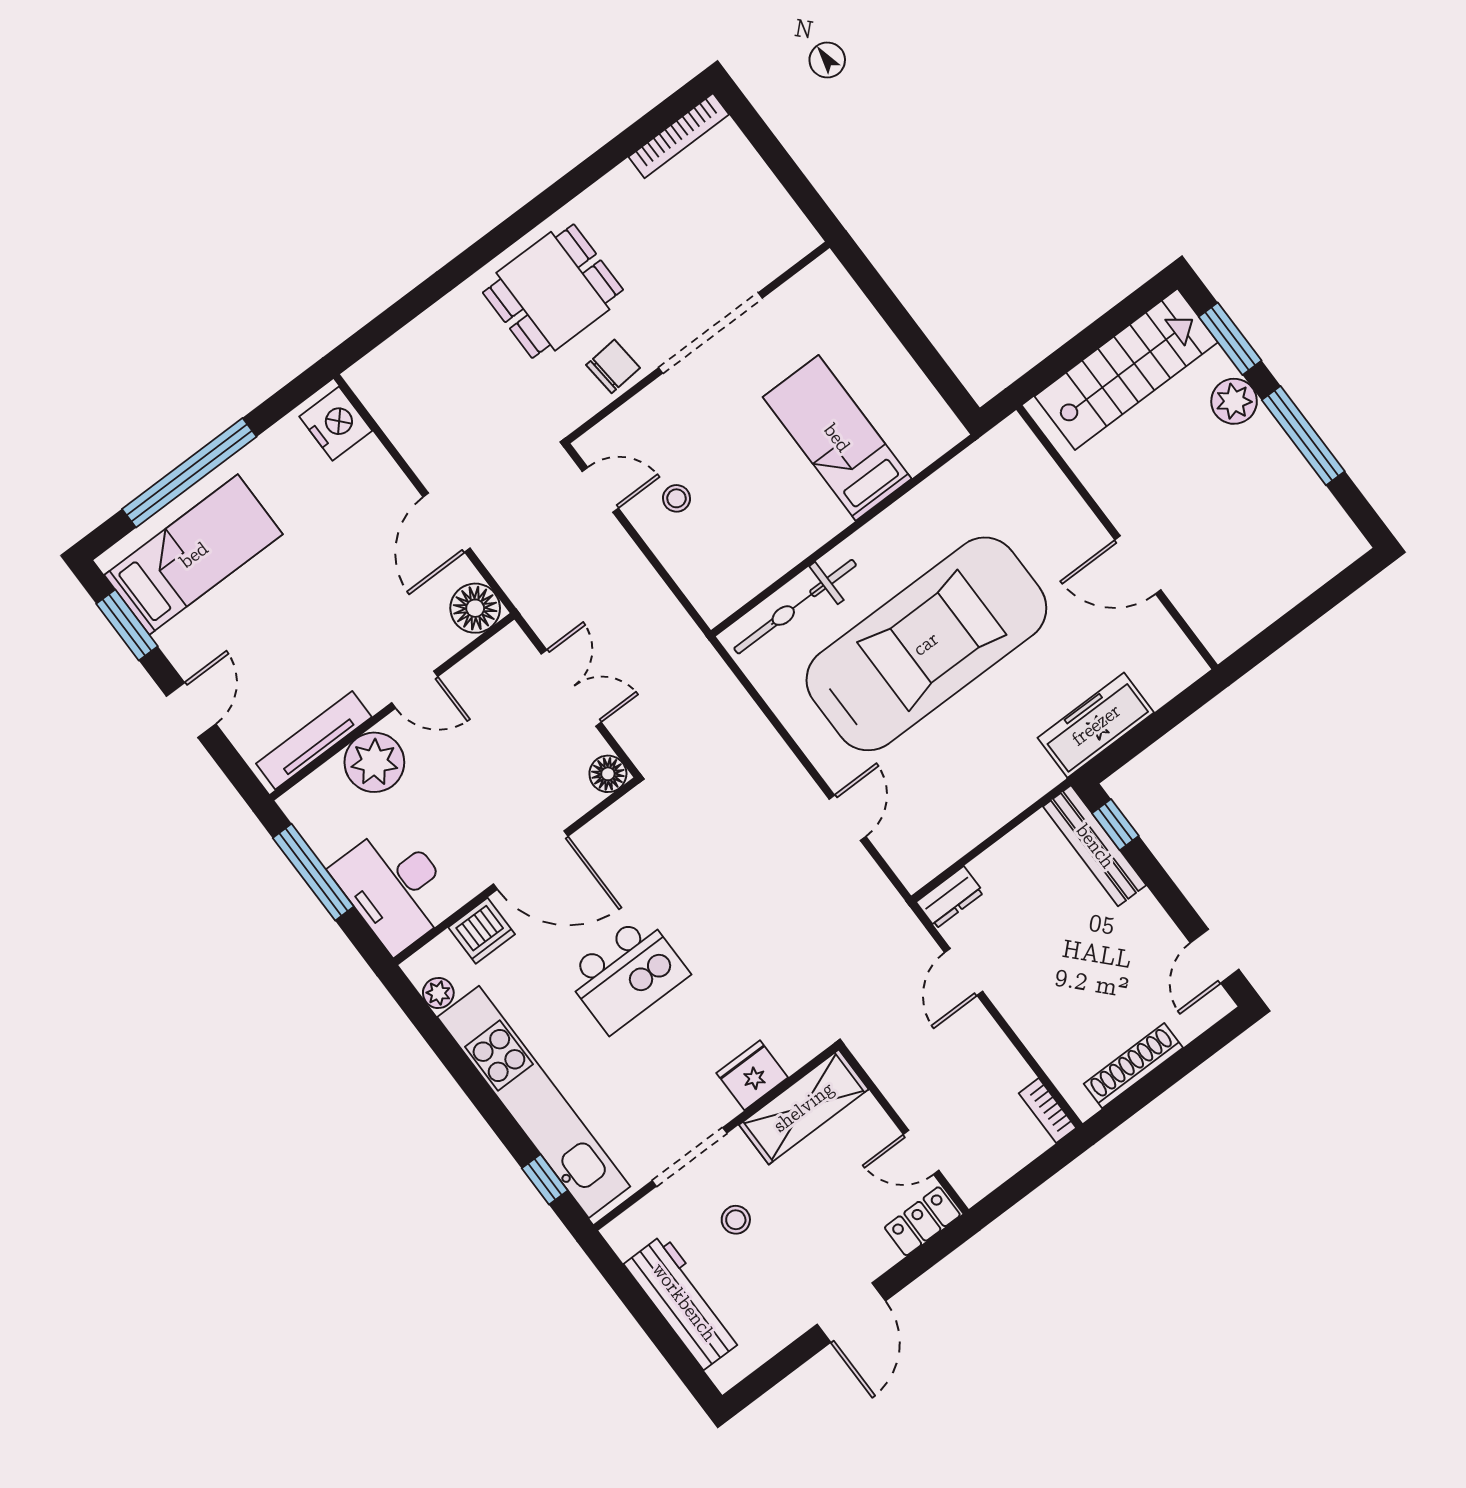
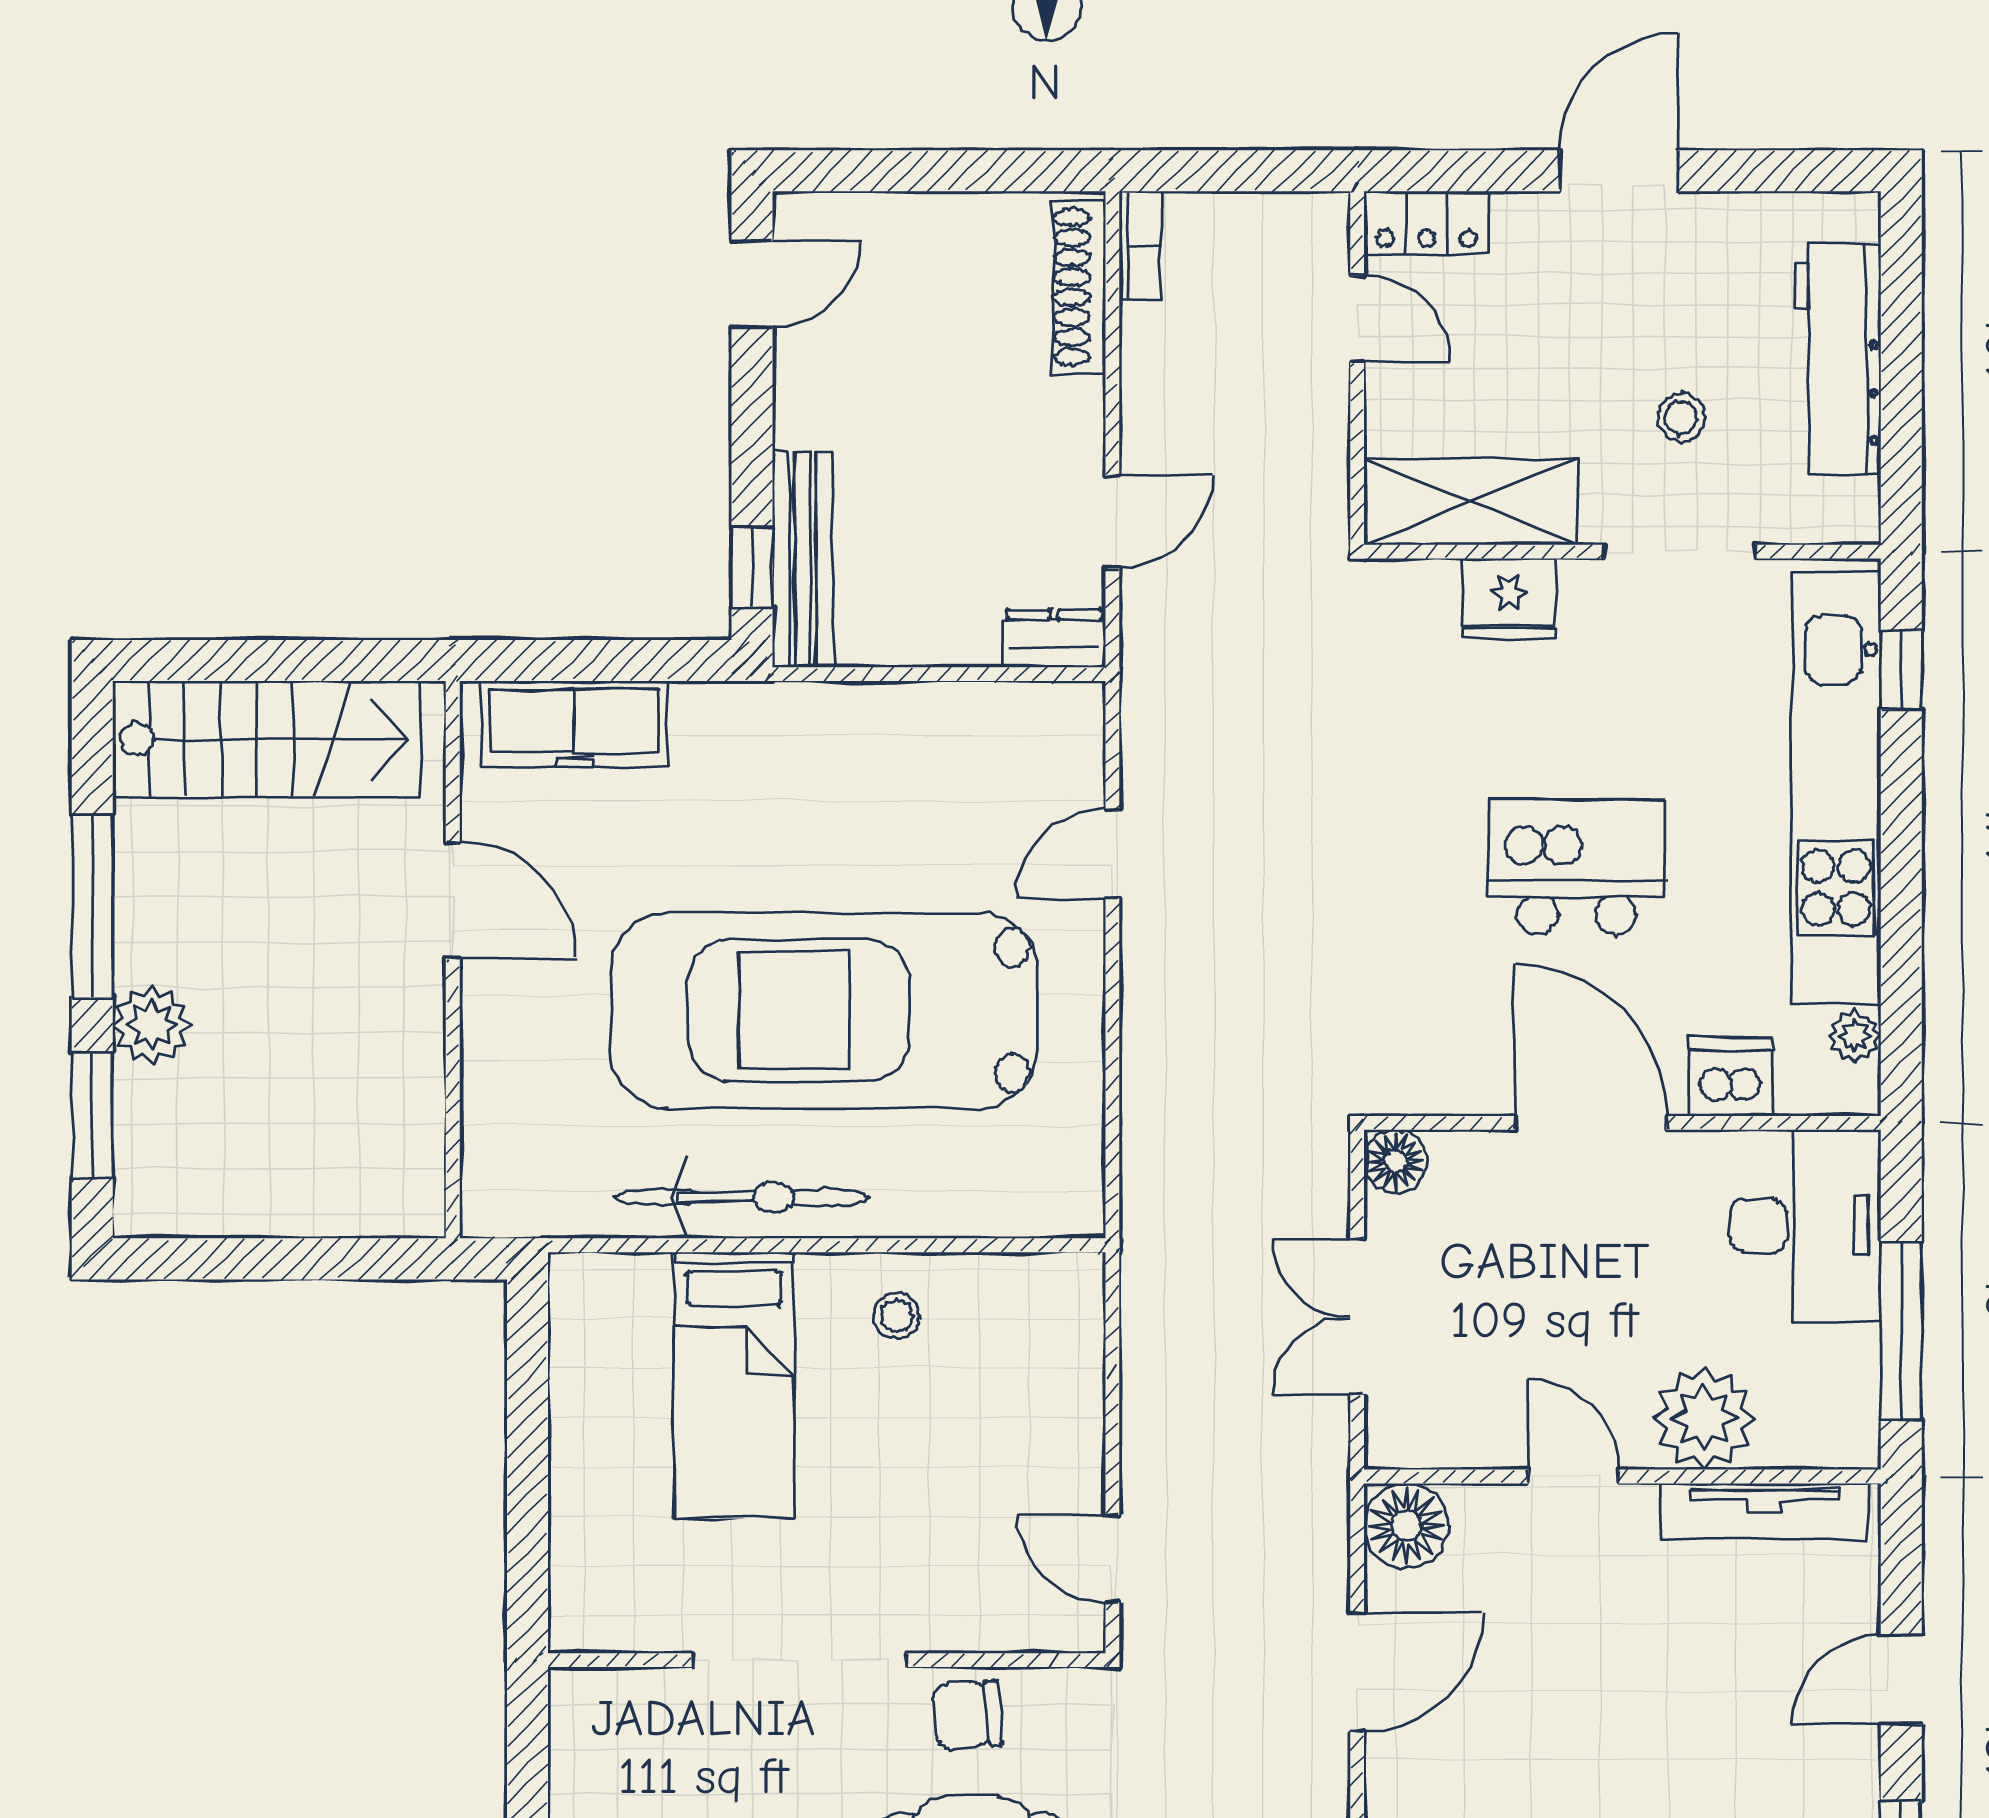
stairs: (1126, 369) -> (266, 739), moved, turned 180
stool: (677, 498) -> (897, 1316), moved
bicycle: (795, 607) -> (743, 1197), moved
freezer: (1096, 725) -> (575, 724), moved
shoe rack: (1133, 1066) -> (1079, 287), moved, turned 90

